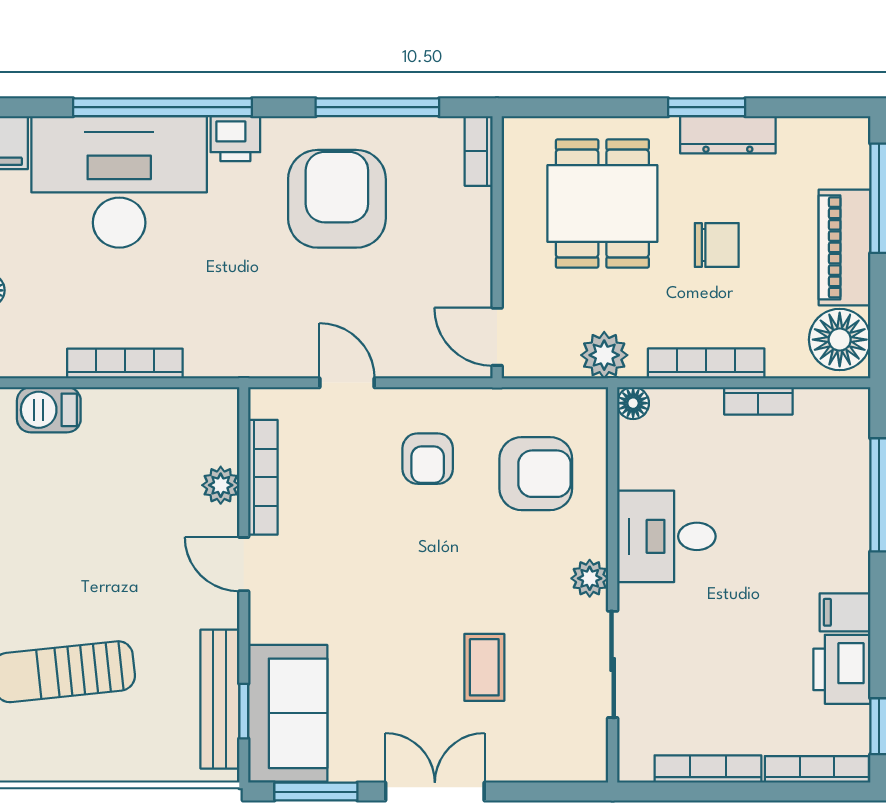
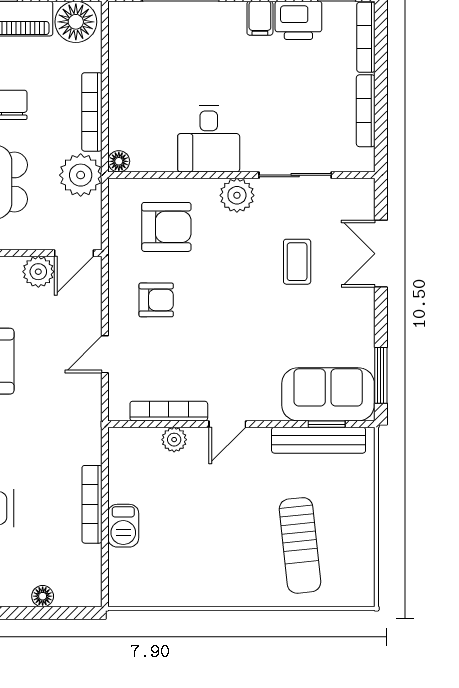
plant: (469, 284) -> (38, 272), added
plant: (604, 355) -> (81, 175), width x1.36, depth x1.36
bookcase: (758, 401) -> (117, 77), removed
barbecue: (49, 410) -> (123, 526), moved
armchair: (536, 474) -> (166, 227), turned 90
plant: (590, 578) -> (237, 195), width x1.38, depth x1.38
coffee table: (484, 667) -> (297, 262), turned 90
double door: (435, 792) -> (381, 254), moved

